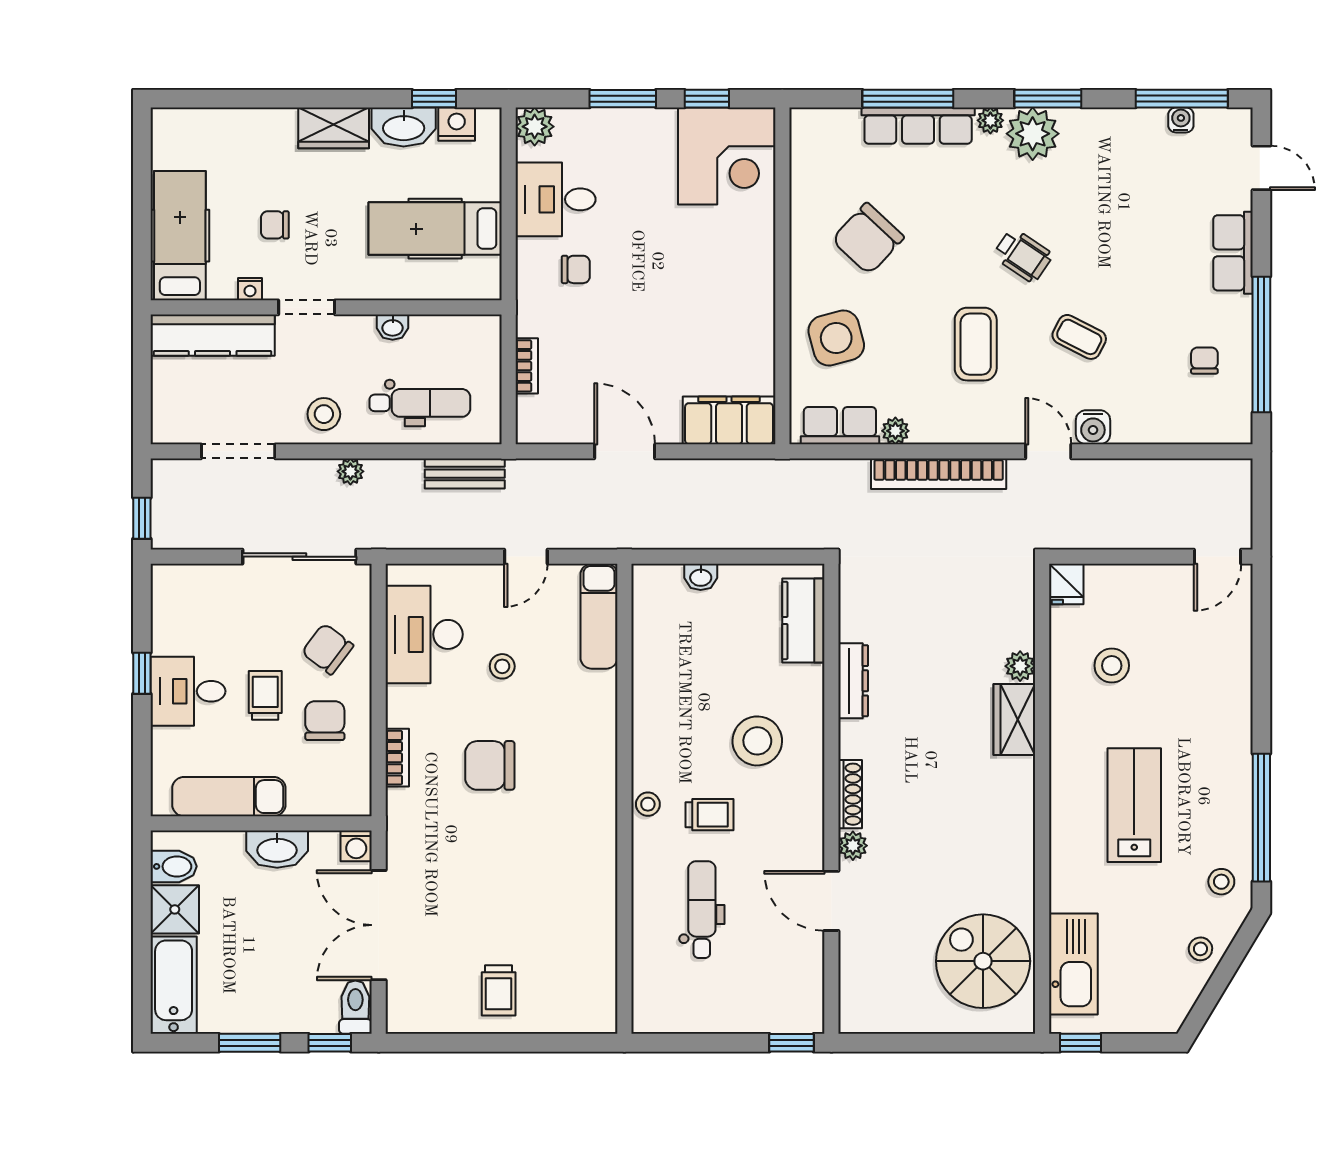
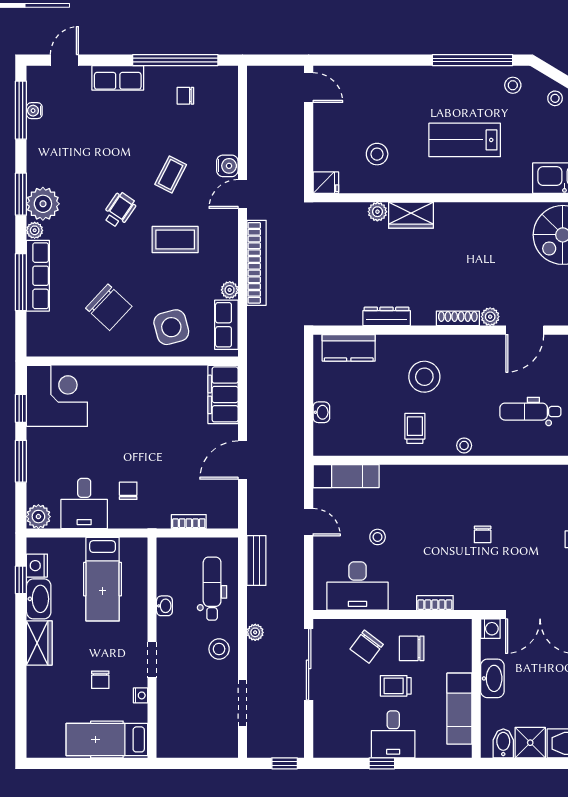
kitchen counter: (213, 335) -> (169, 719), removed
chair: (490, 765) -> (483, 534), moved, width x0.54, depth x0.54
trolley: (709, 815) -> (415, 428), moved

